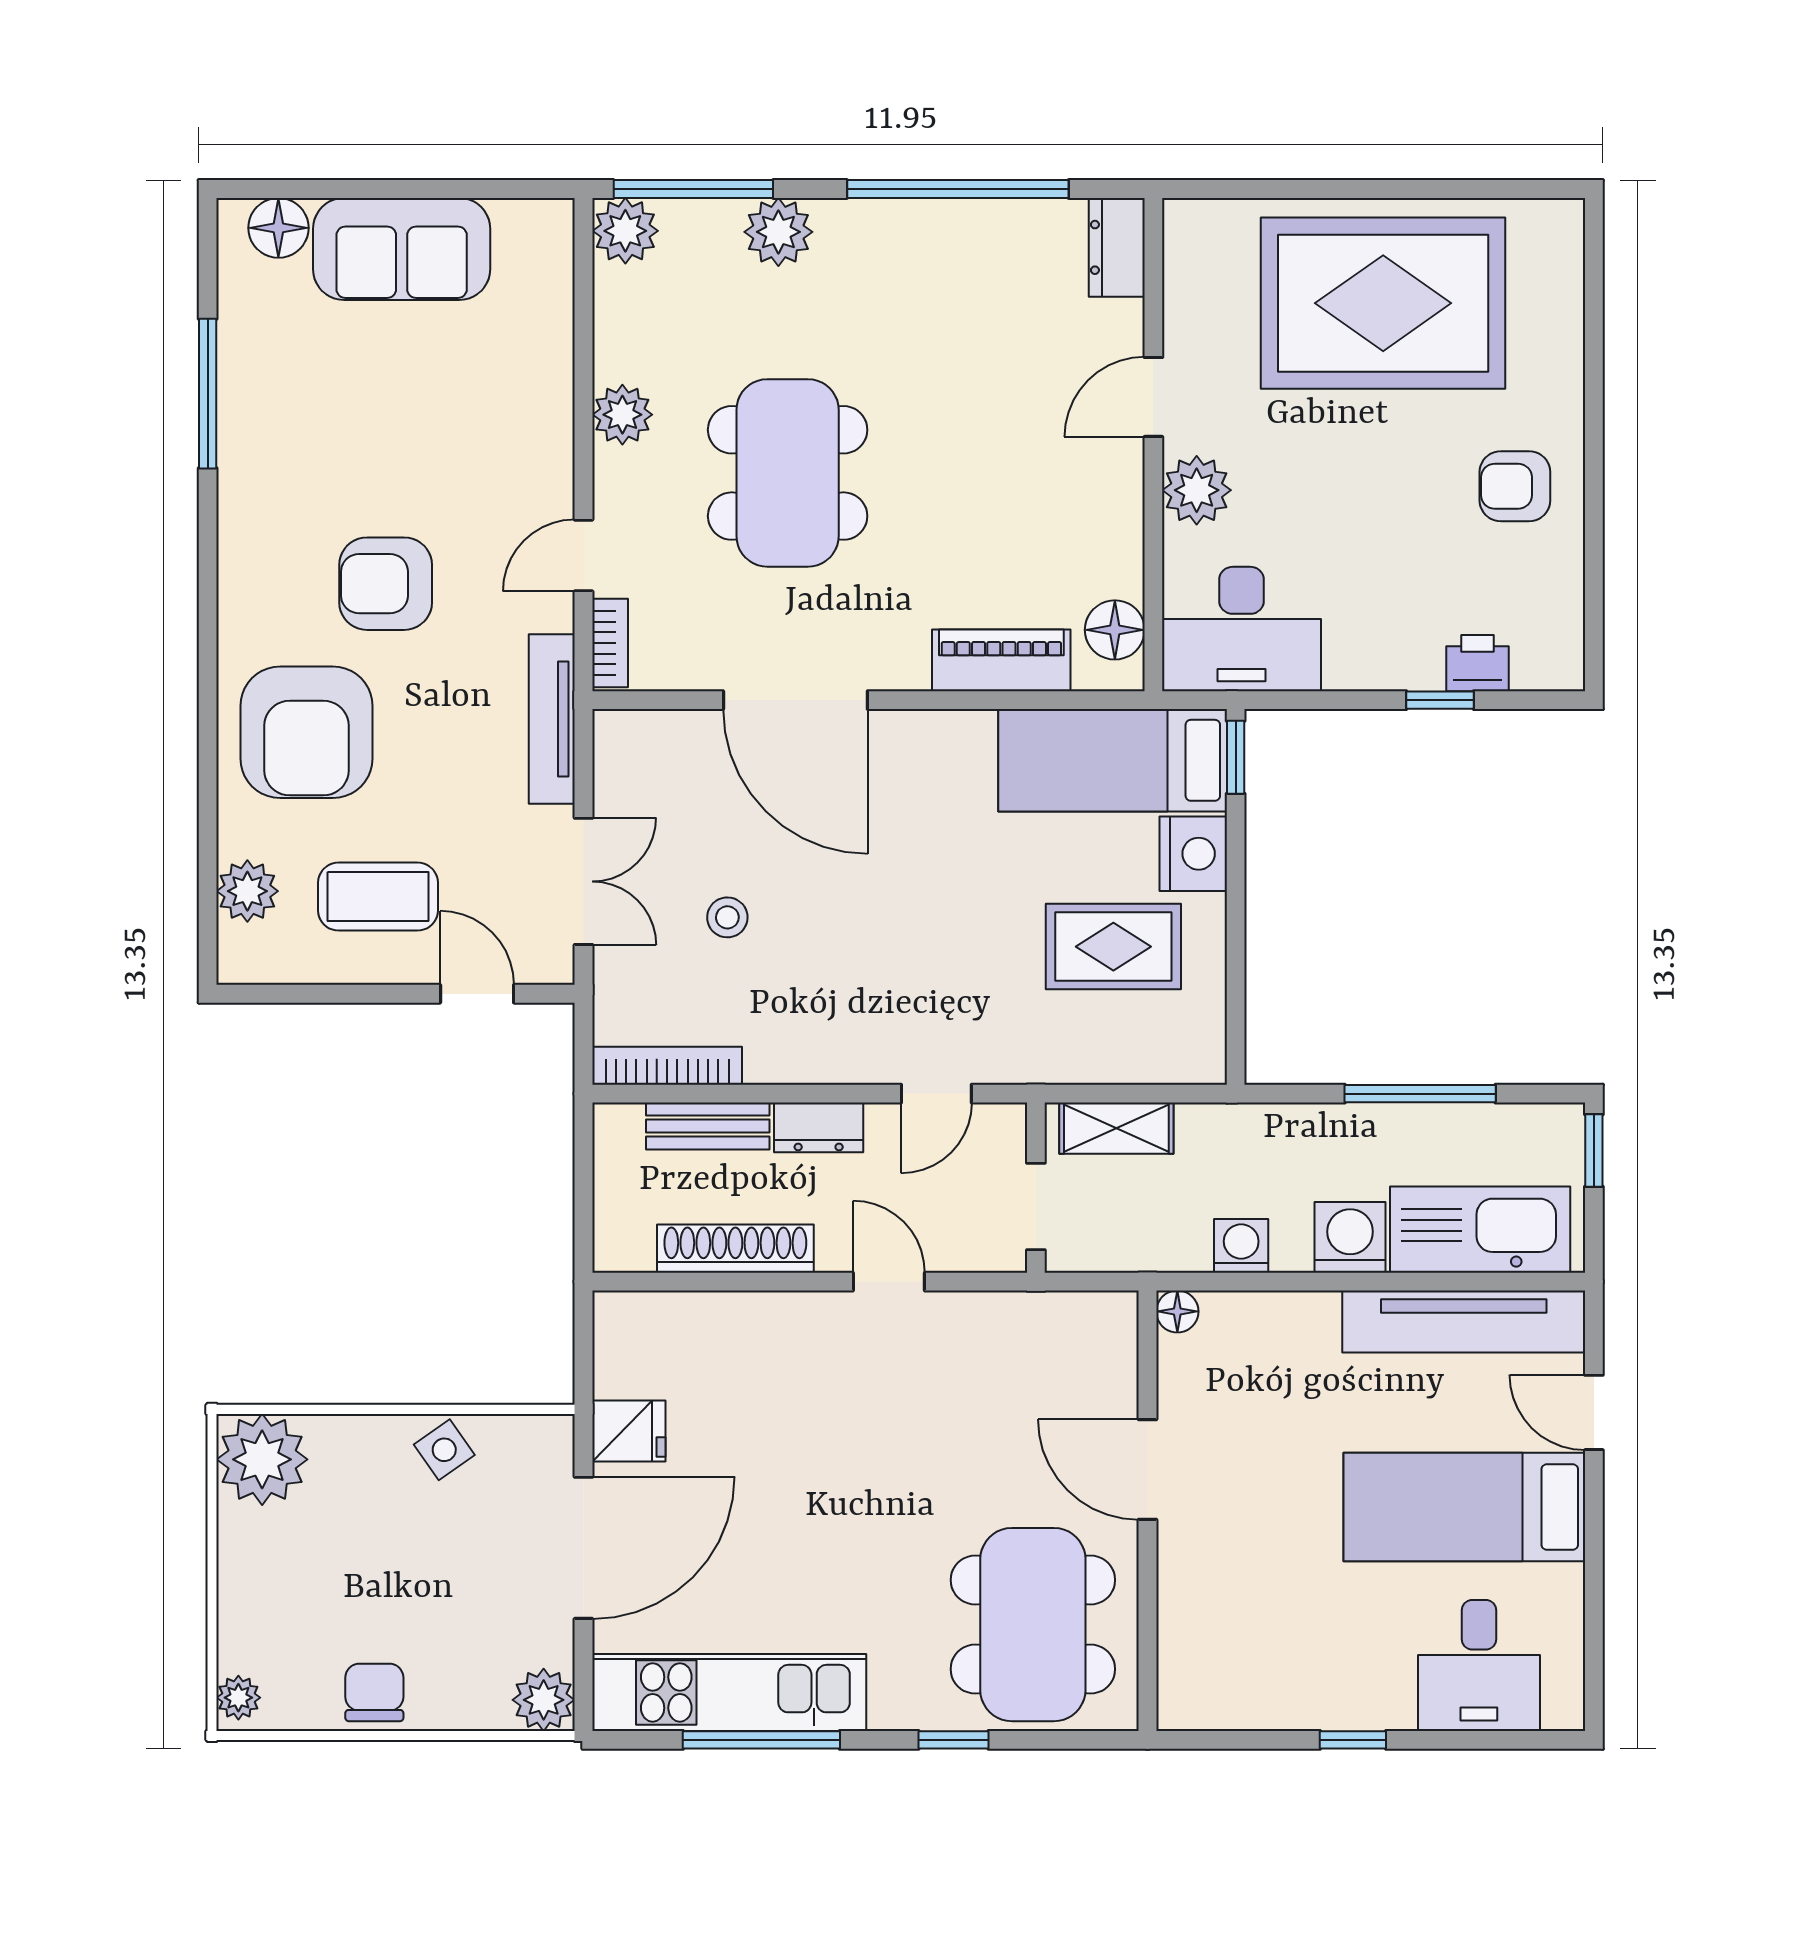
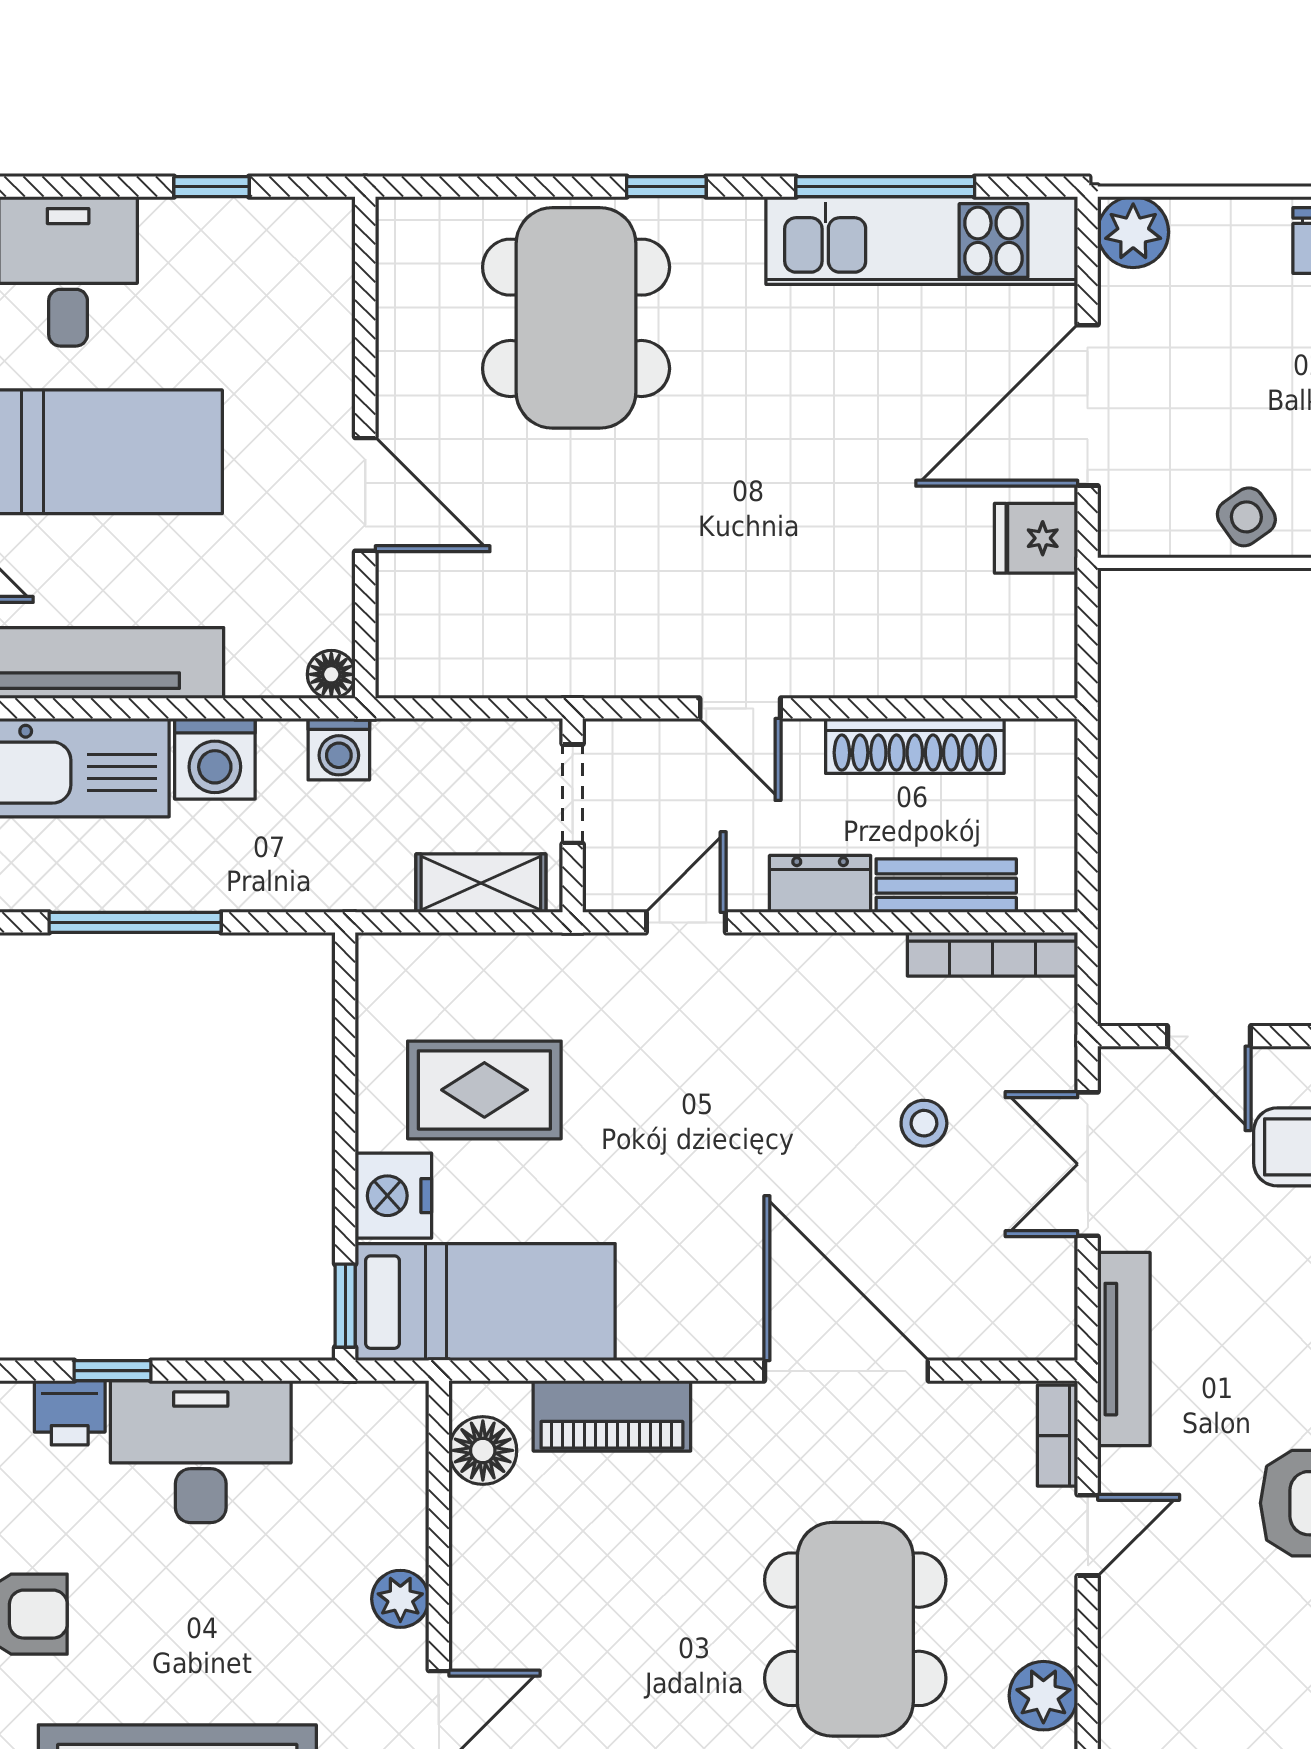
plant: (1197, 490) -> (400, 1599), width x0.73, depth x0.73
desk: (1242, 629) -> (201, 1452), moved
floor lamp: (1177, 1311) -> (331, 674), moved
door: (1147, 1470) -> (365, 494), moved
wall: (1147, 1511) -> (365, 447), moved

